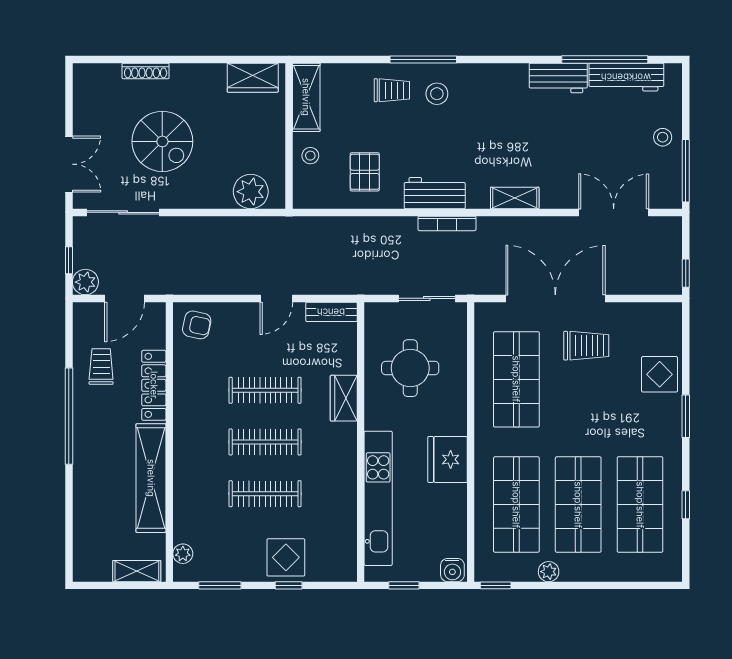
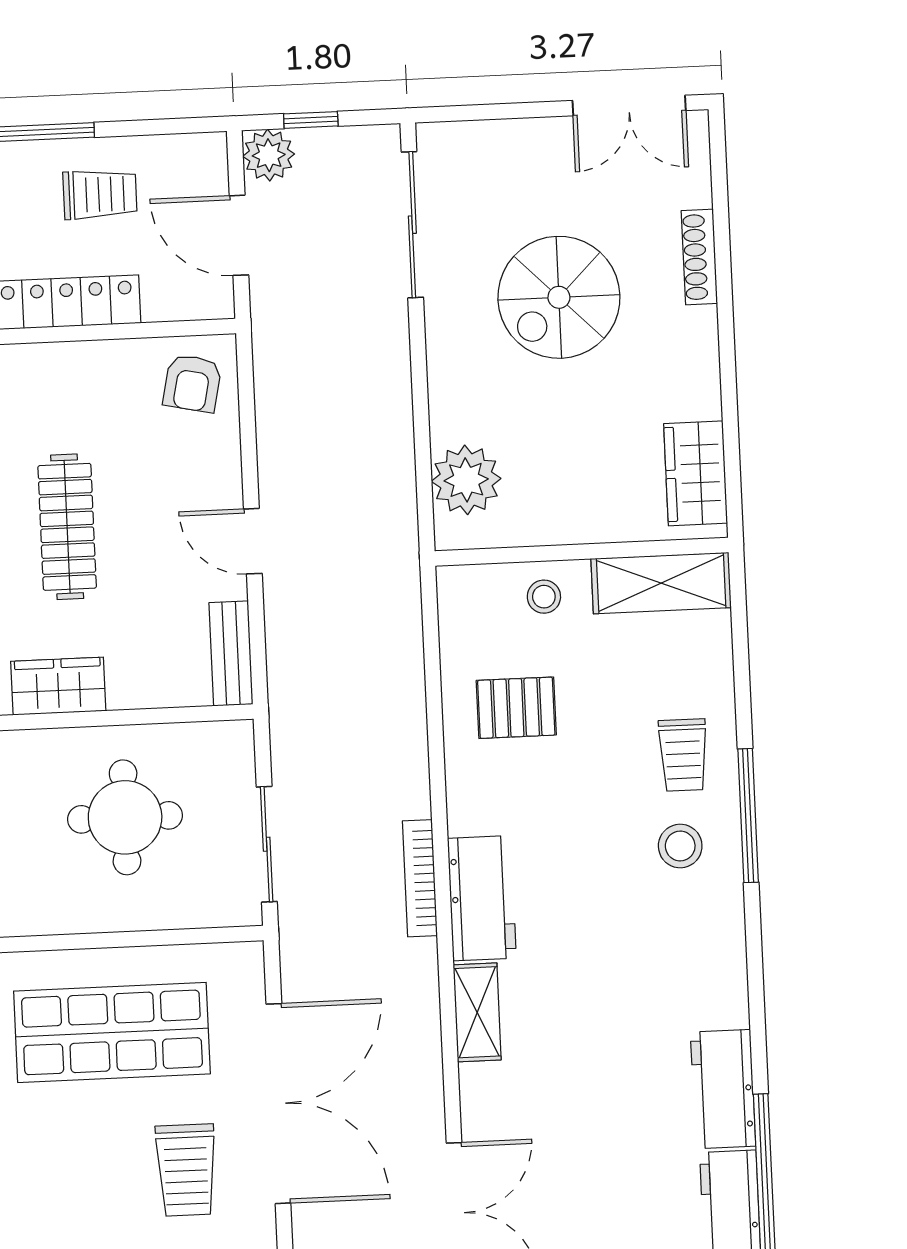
double door: (69, 164) -> (629, 106), moved
workbench: (435, 193) -> (482, 898), moved

